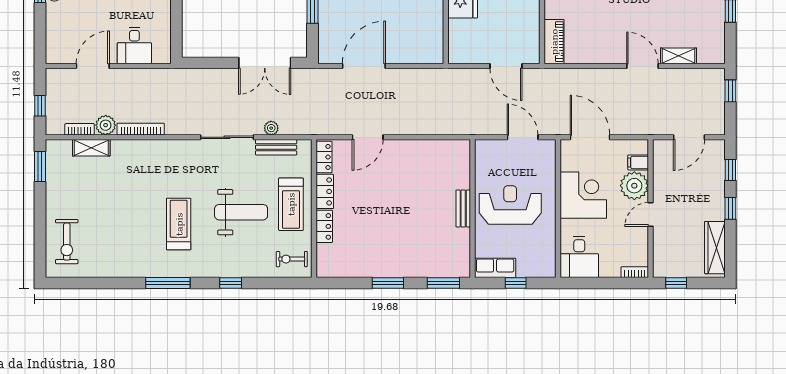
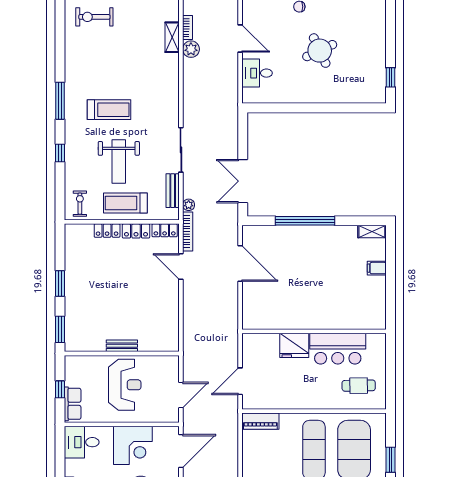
plant: (271, 128) -> (189, 205), moved
bookcase: (141, 129) -> (188, 231), moved
row of seats: (495, 268) -> (73, 404), moved

